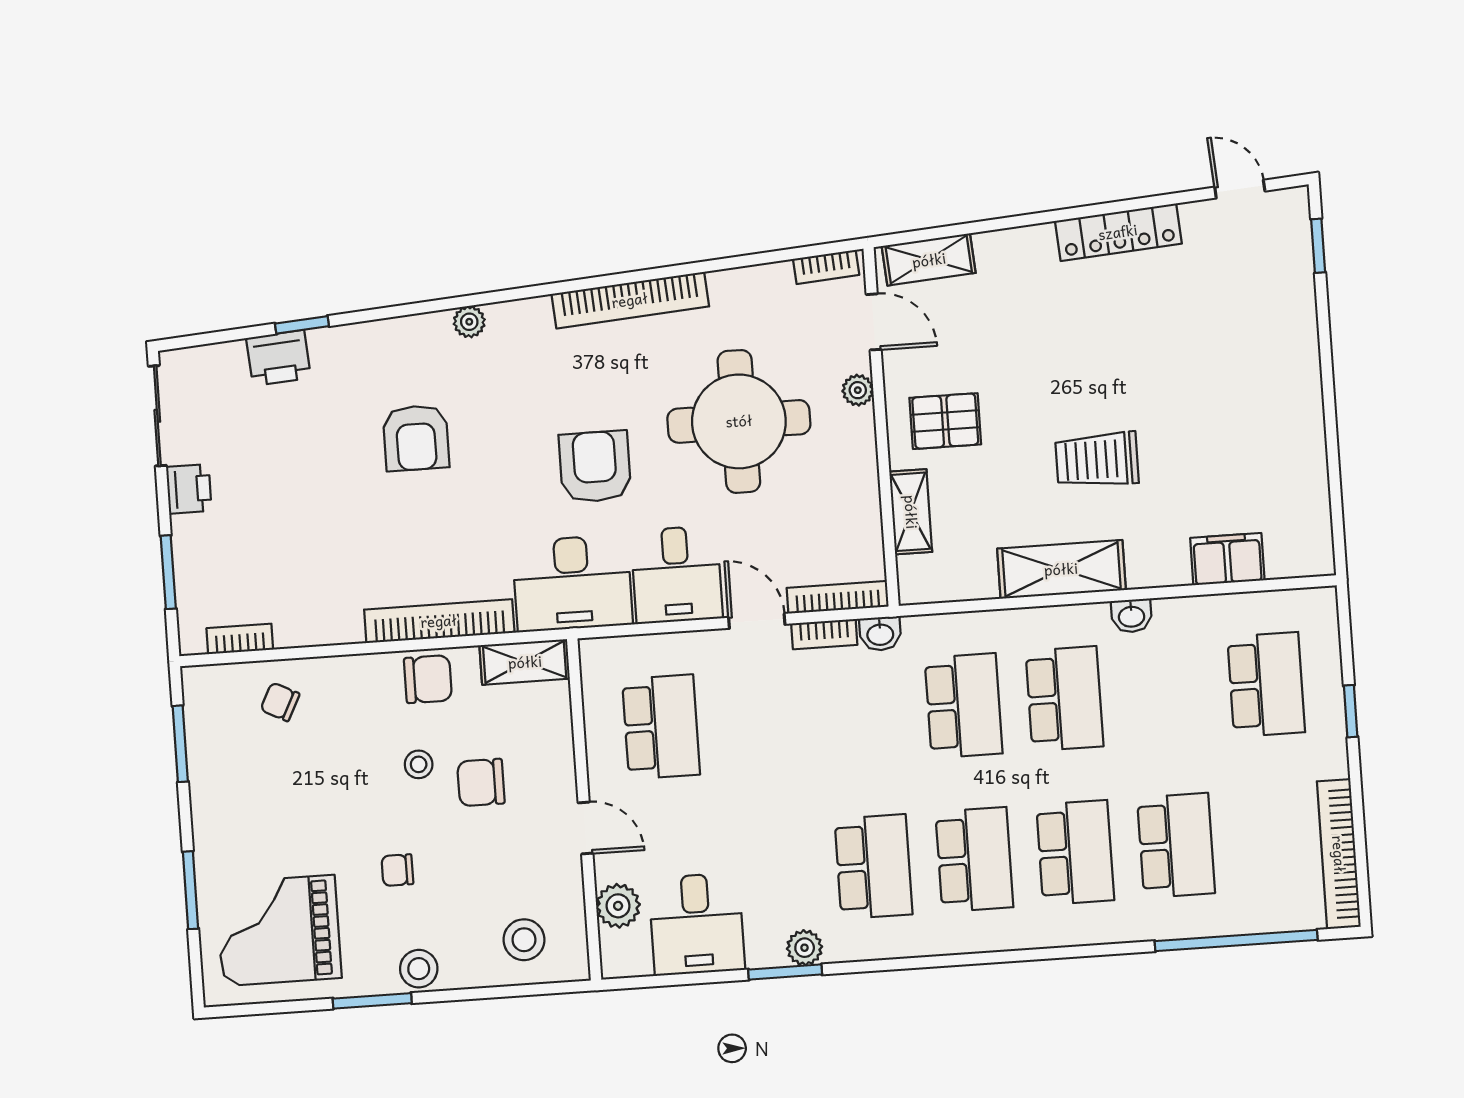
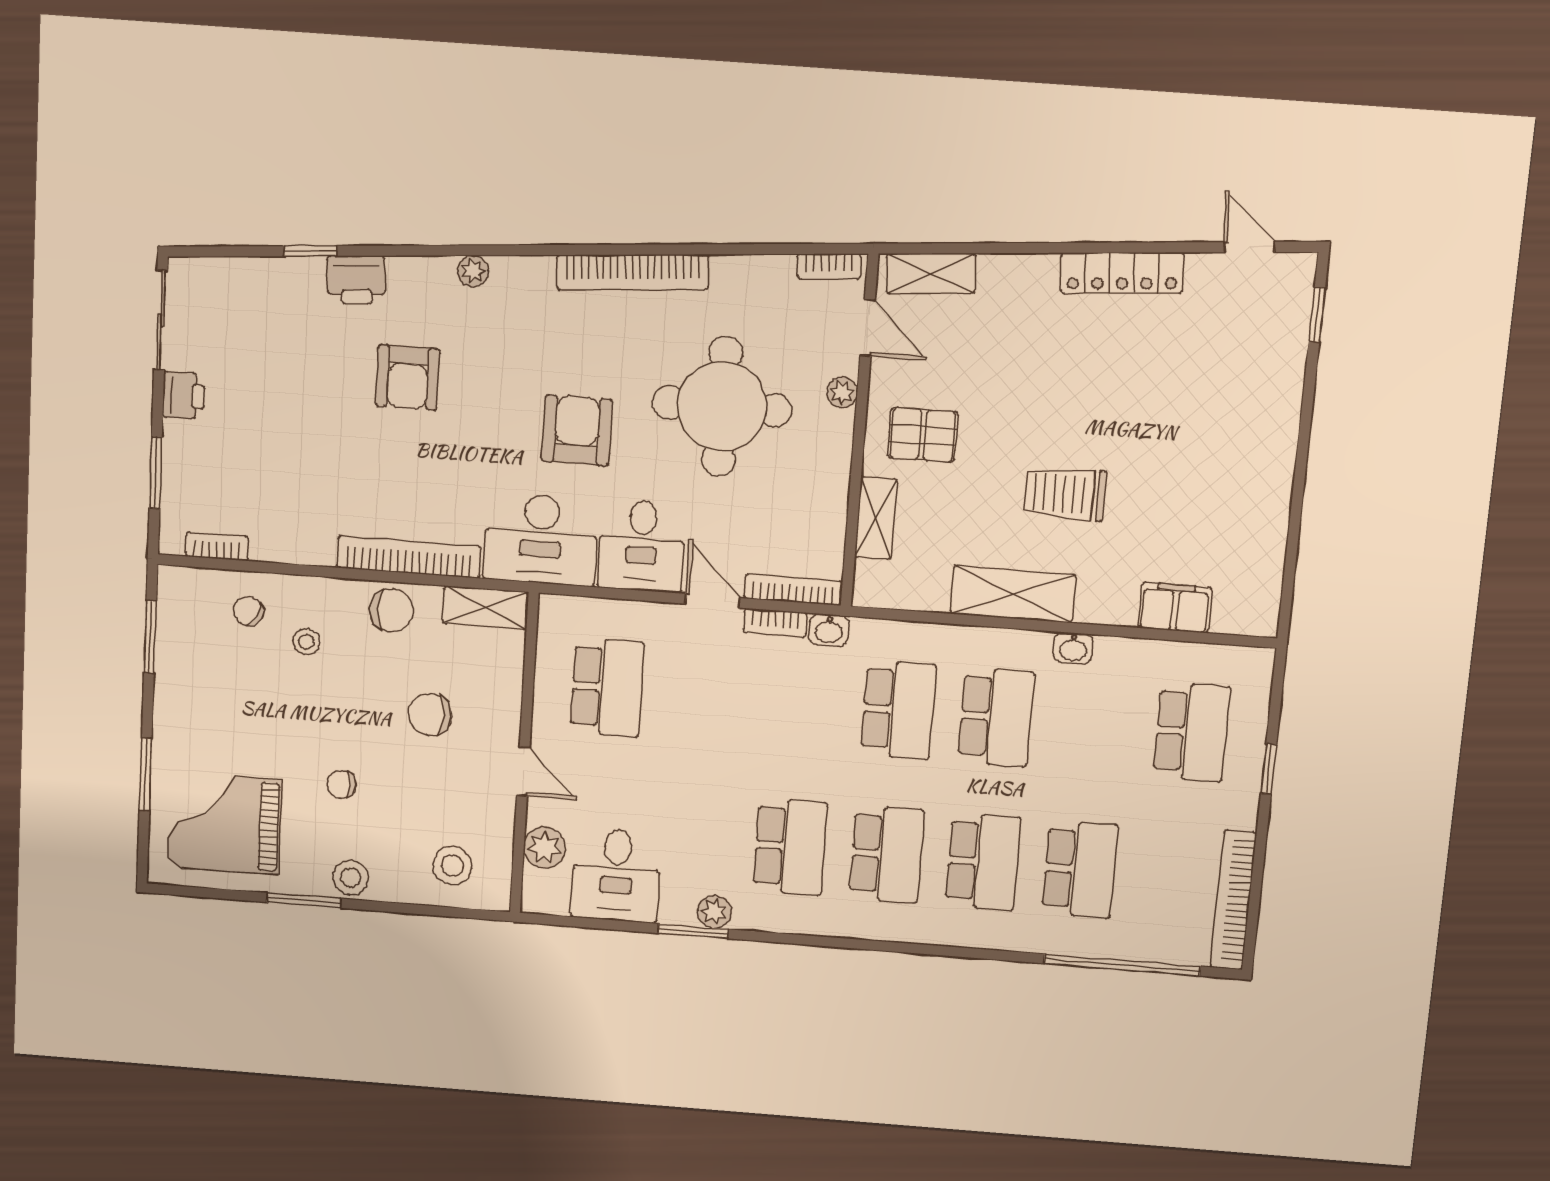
printer: (279, 358) -> (356, 280), moved
stool: (419, 764) -> (306, 642), moved

